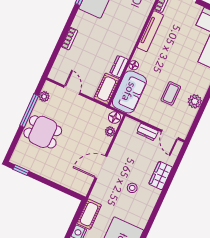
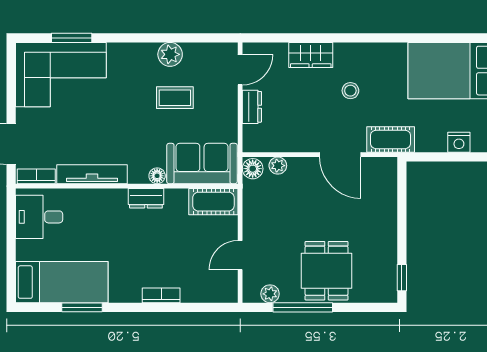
dresser: (119, 66) -> (146, 198), moved
cot: (89, 214) -> (391, 139), moved

